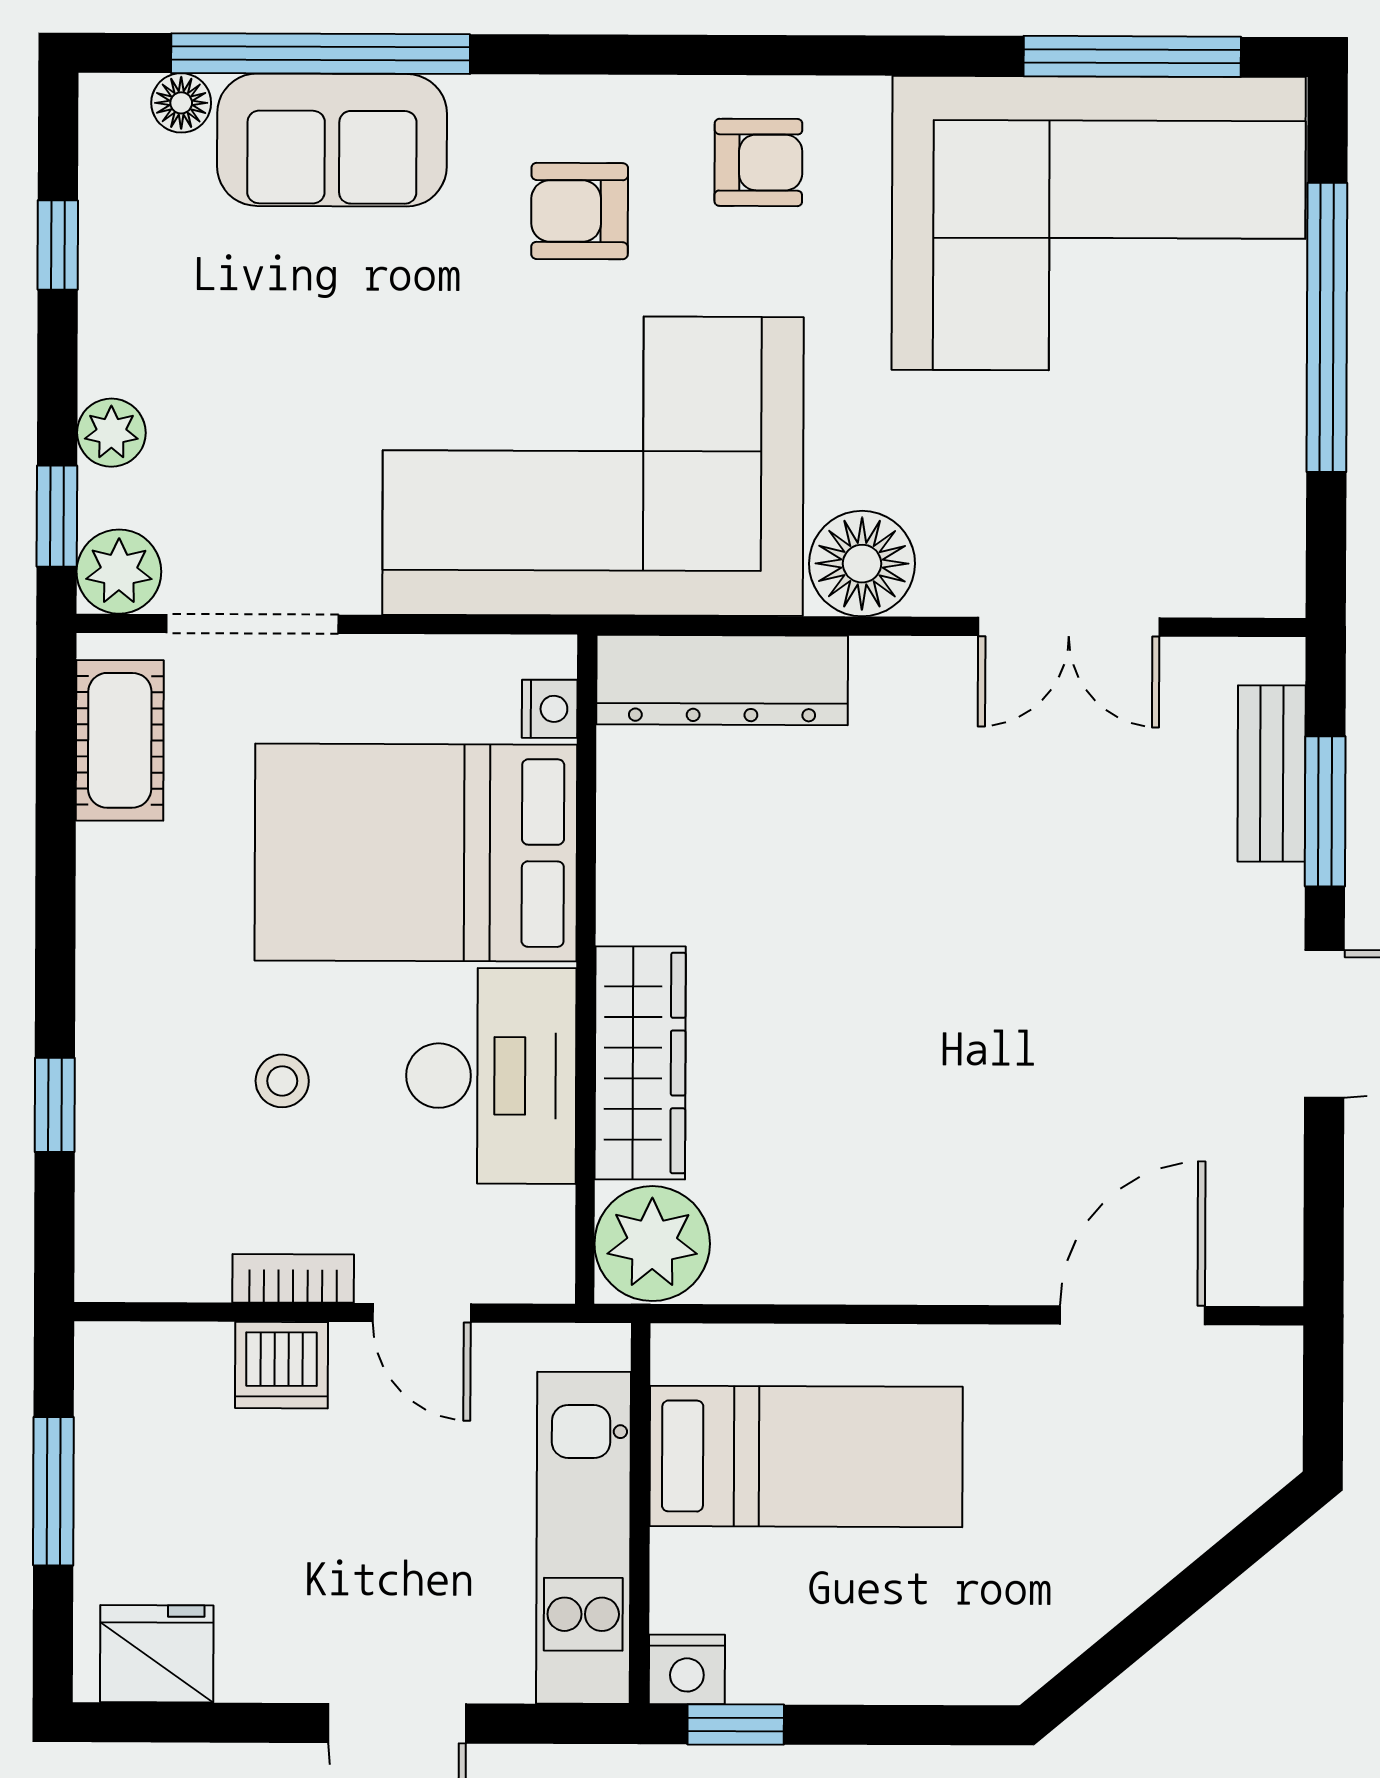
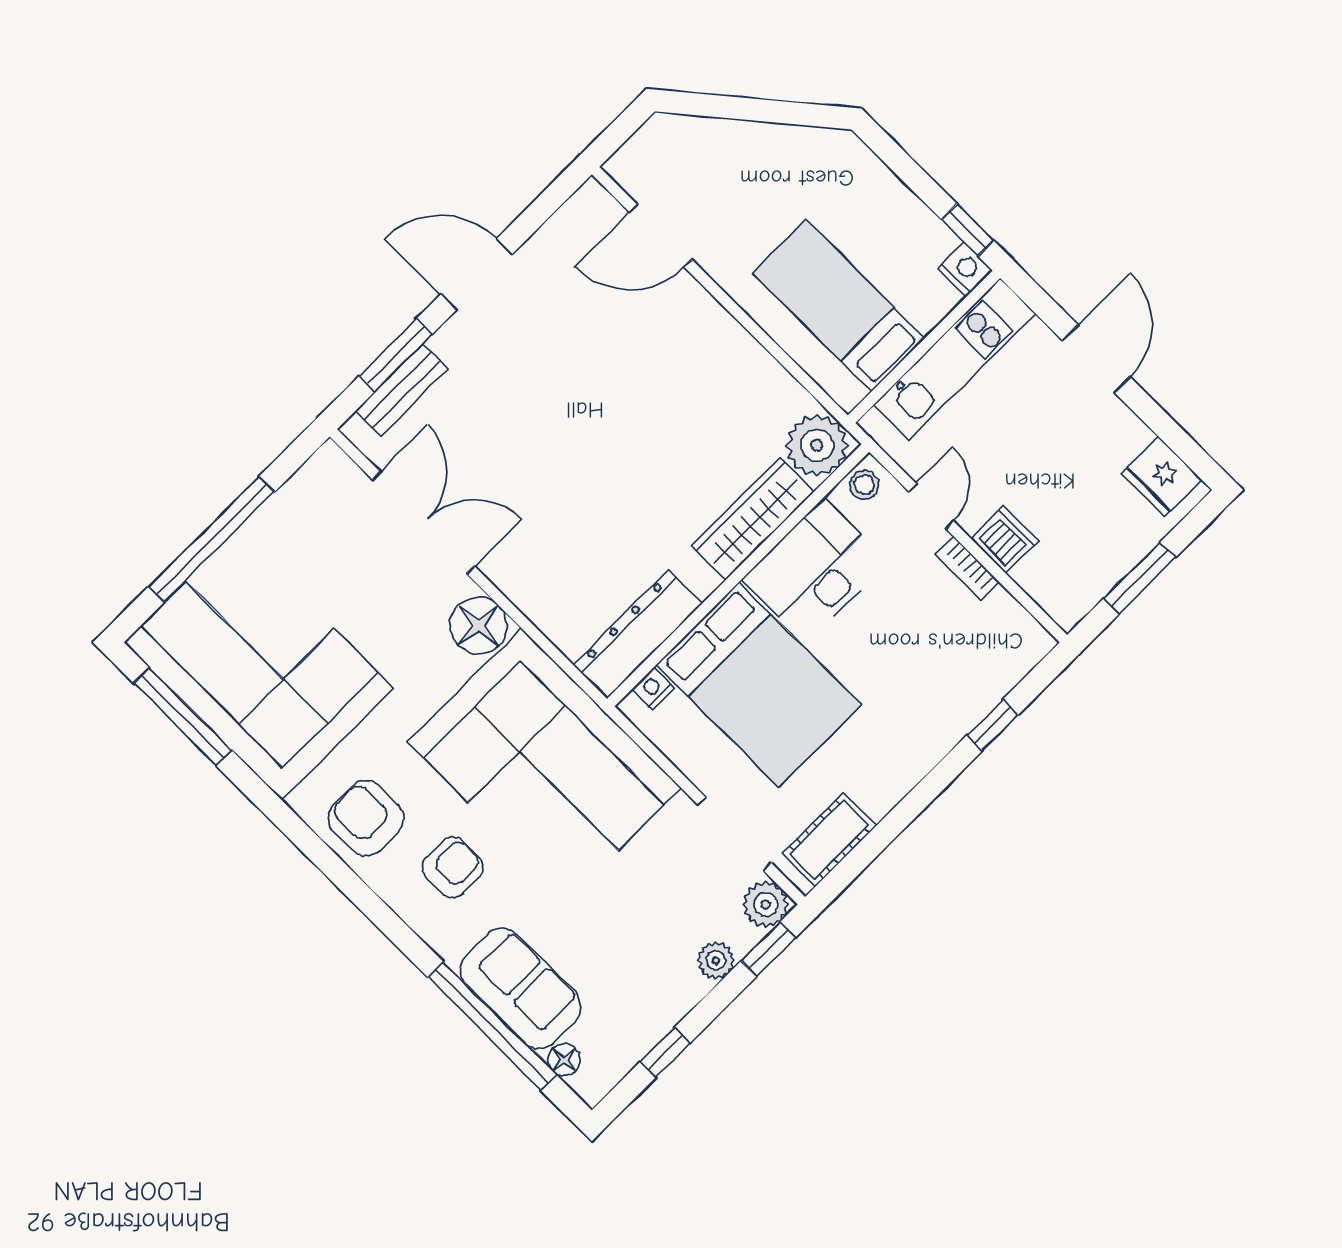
armchair: (758, 162) -> (366, 818), width x1.38, depth x1.38
armchair: (580, 211) -> (453, 867), turned -90
double door: (1069, 627) -> (424, 523), width x1.37
dresser: (722, 680) -> (638, 634), moved, turned -90
stool: (282, 1081) -> (864, 485), moved

